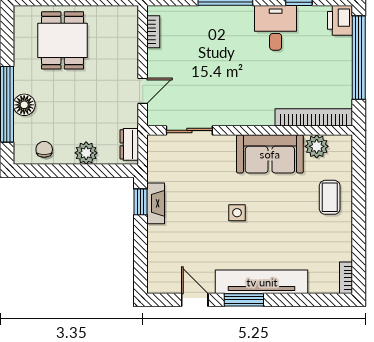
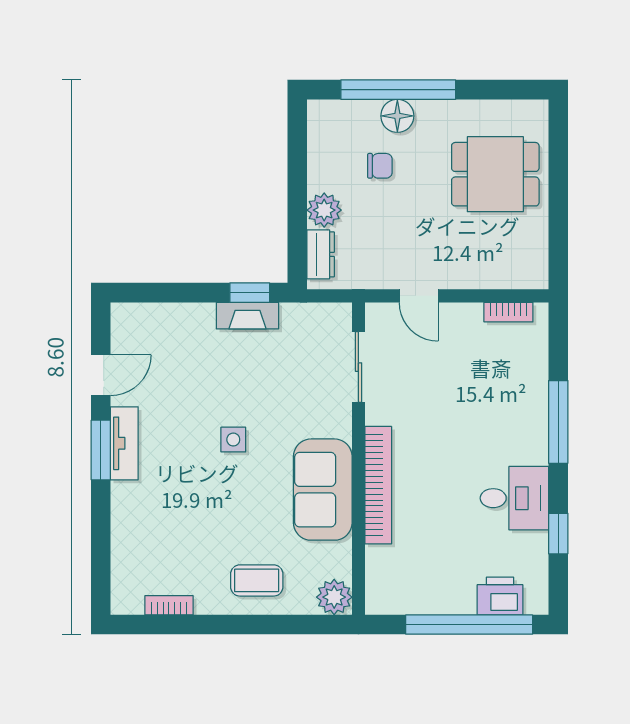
printer: (340, 20) -> (500, 596), moved
bookcase: (314, 117) -> (378, 485), moved
dresser: (129, 144) -> (321, 254), moved, turned 90
plant: (317, 146) -> (334, 597), moved
chair: (44, 149) -> (380, 166), moved
bookcase: (346, 278) -> (169, 605), moved
tv unit: (262, 282) -> (124, 443), width x0.52, depth x0.78

